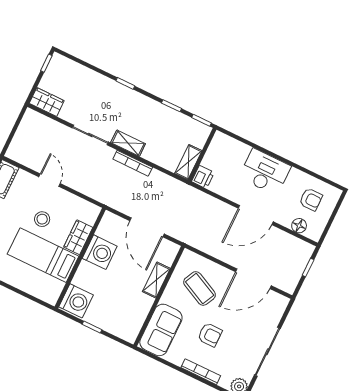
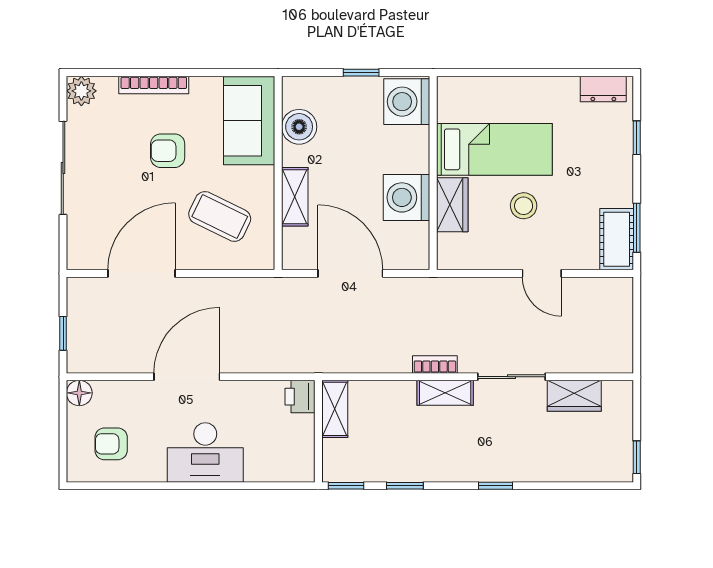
wardrobe: (47, 102) -> (574, 396), moved
bookcase: (133, 163) -> (435, 364), width x0.64
floor lamp: (299, 226) -> (79, 393), moved
boiler: (137, 315) -> (299, 127), added

